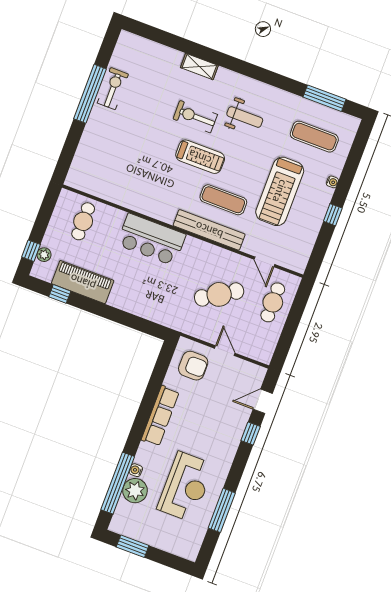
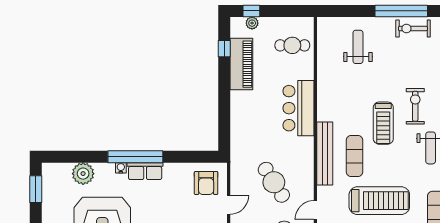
exercise bike: (113, 89) -> (413, 28), turned 180
weight bench: (111, 153) -> (358, 47), added
treadmill: (280, 191) -> (379, 201), turned 180
row of seats: (160, 416) -> (145, 171), width x0.68
water cooler: (136, 470) -> (121, 168), moved
window: (118, 483) -> (135, 157), moved

